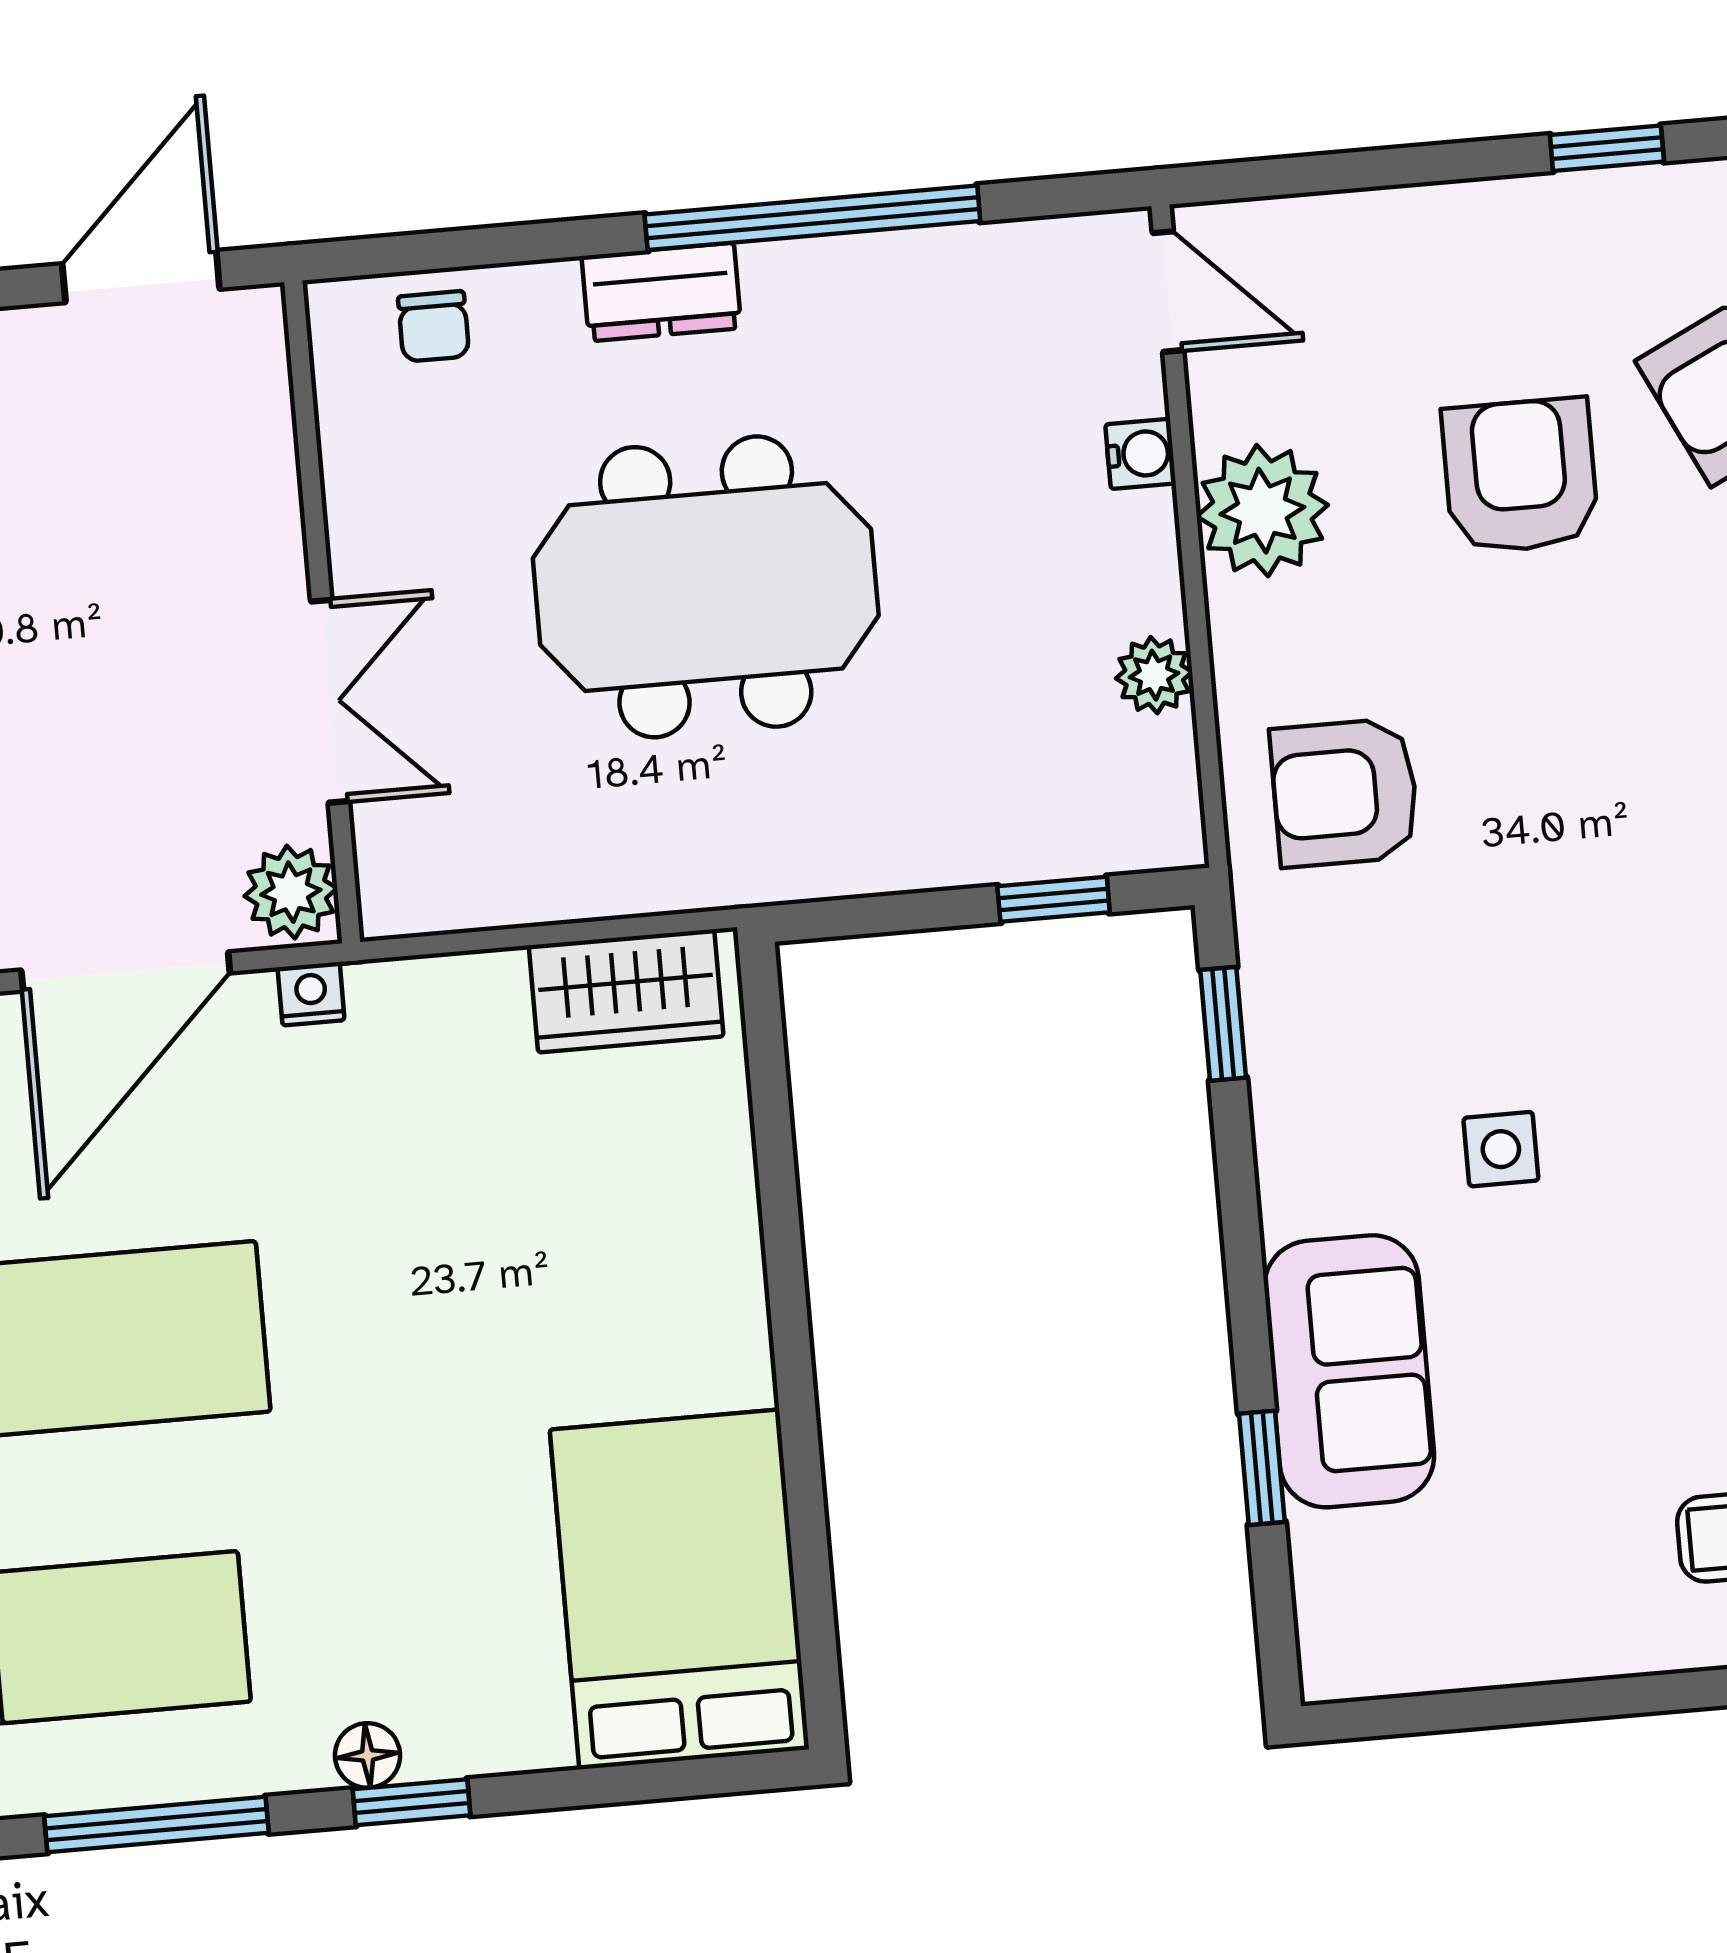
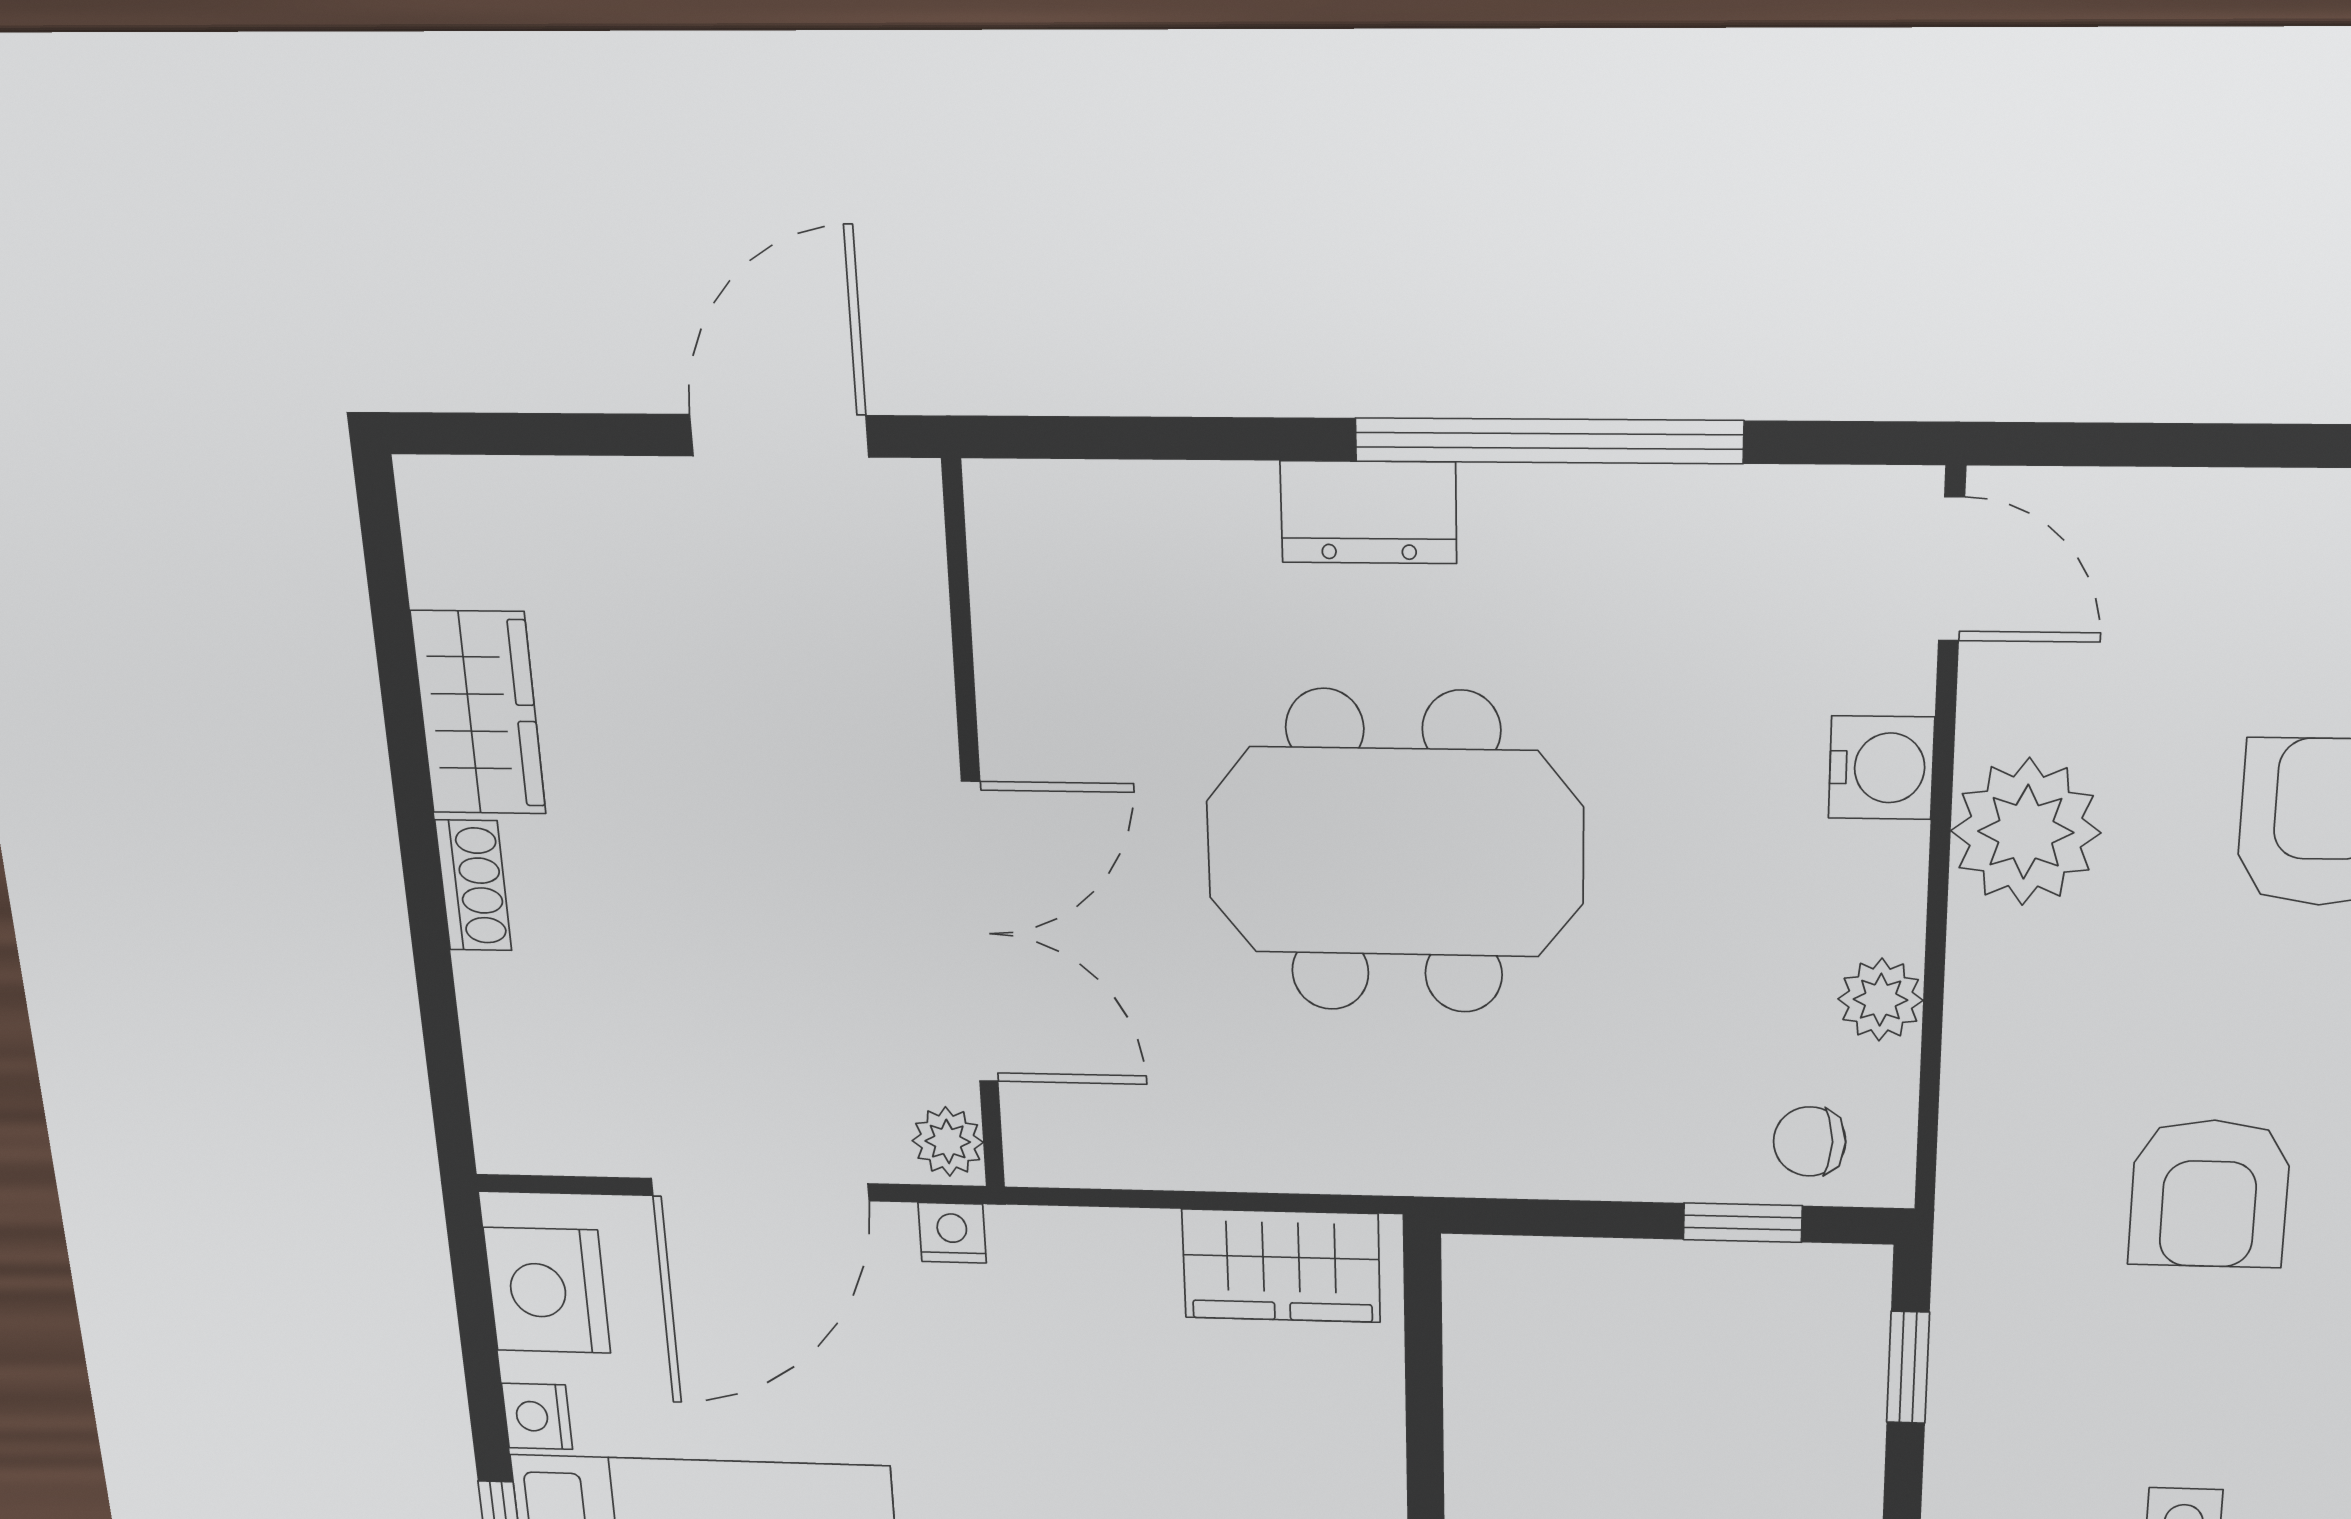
chair: (434, 326) -> (1810, 1141), moved, turned 90
water cooler: (1140, 454) -> (1881, 768), width x1.38, depth x1.38
double door: (330, 701) -> (980, 934), width x1.37
armchair: (1345, 793) -> (2209, 1194), moved, turned -90
plant: (291, 892) -> (948, 1142), width x0.73, depth x0.73

